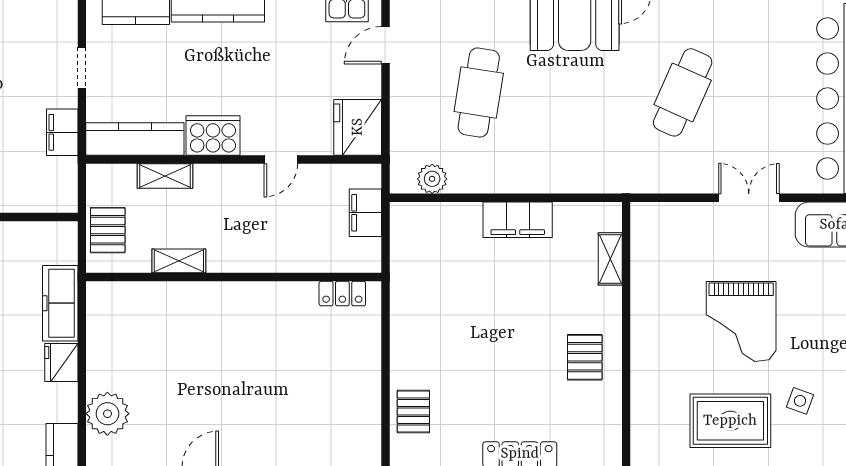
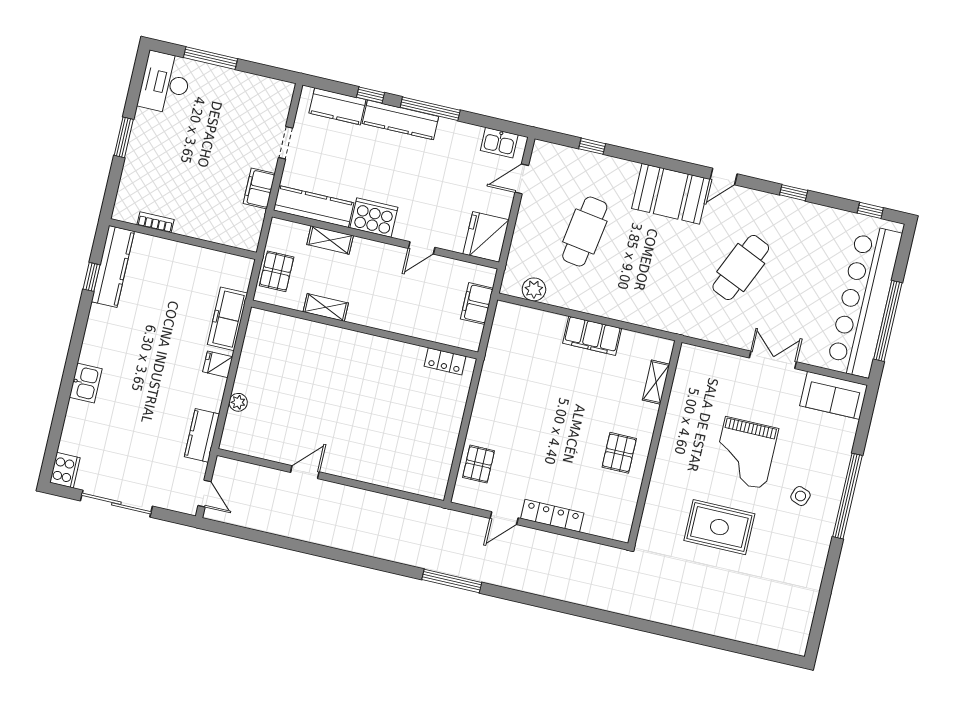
fridge: (61, 362) -> (218, 364), width x0.72
side table: (800, 401) -> (800, 496), moved
plant: (107, 414) -> (238, 402), width x0.53, depth x0.53

